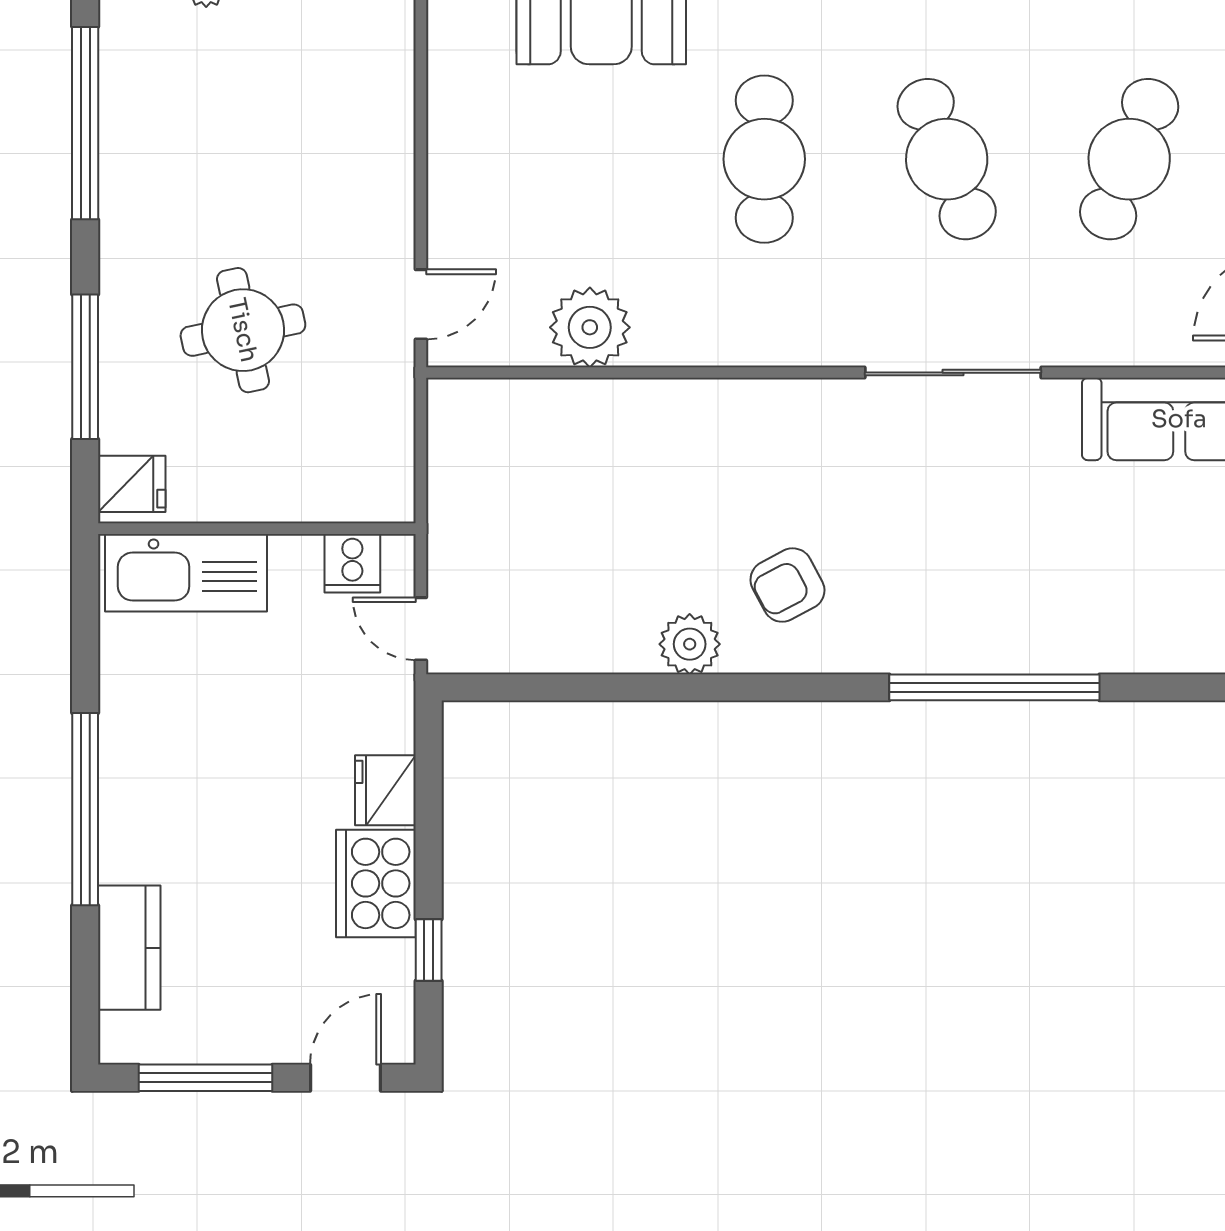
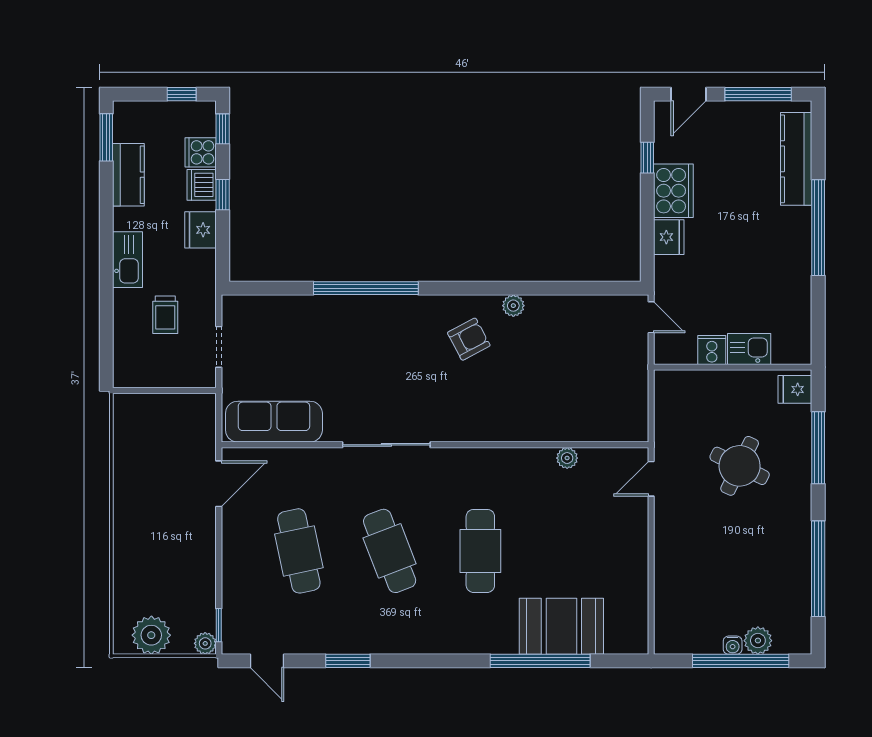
cafe table: (1129, 159) -> (299, 551), turned -33
plant: (590, 327) -> (567, 458), width x0.53, depth x0.53
round table: (243, 330) -> (740, 466), turned 38
cooker: (352, 563) -> (712, 350), moved
kitchen sink: (186, 573) -> (749, 349), width x0.53, depth x0.81
plant: (690, 644) -> (513, 306), width x0.73, depth x0.73
kitchen counter: (129, 948) -> (796, 159), width x1.50

